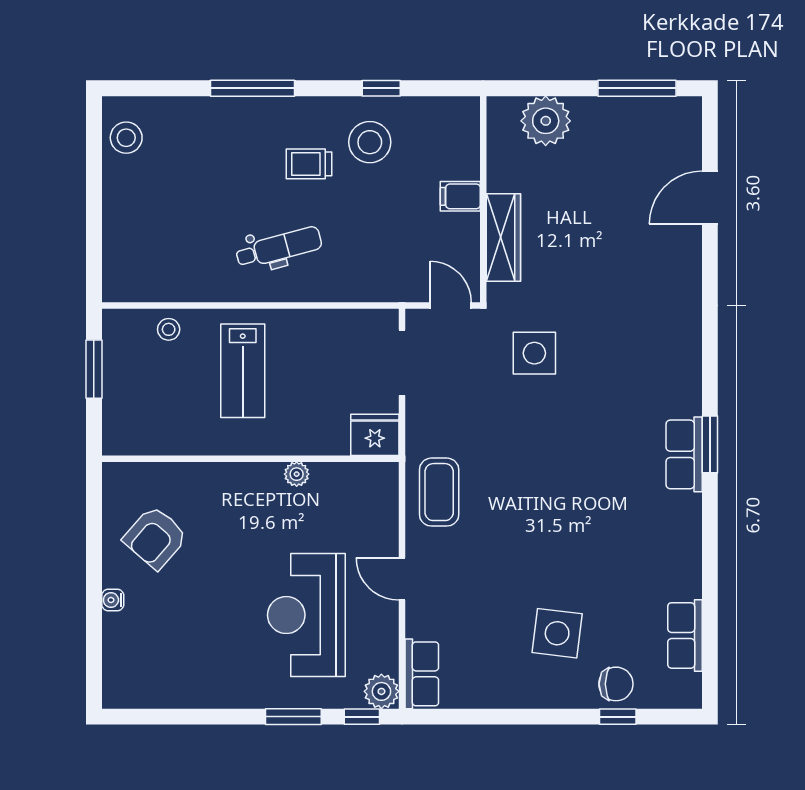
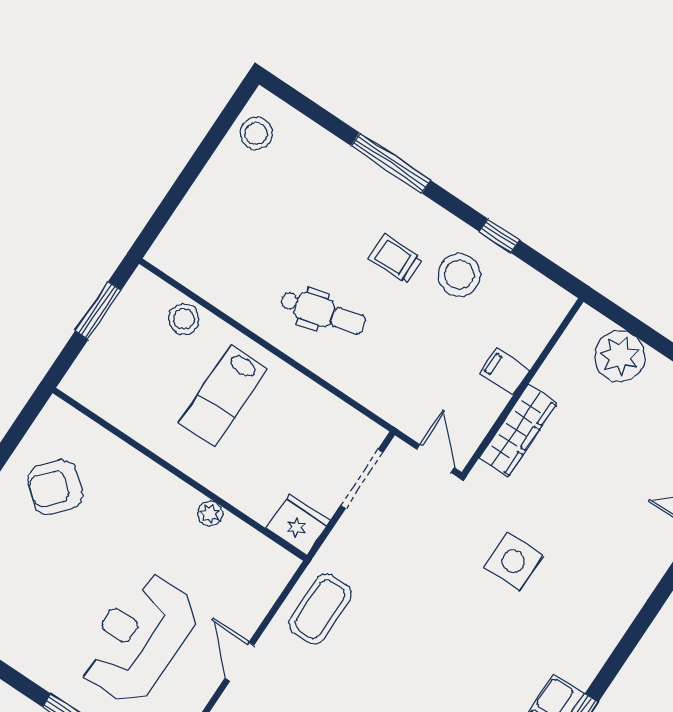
stool: (169, 329) -> (184, 319), width x1.37, depth x1.37
side table: (534, 353) -> (513, 561), moved

